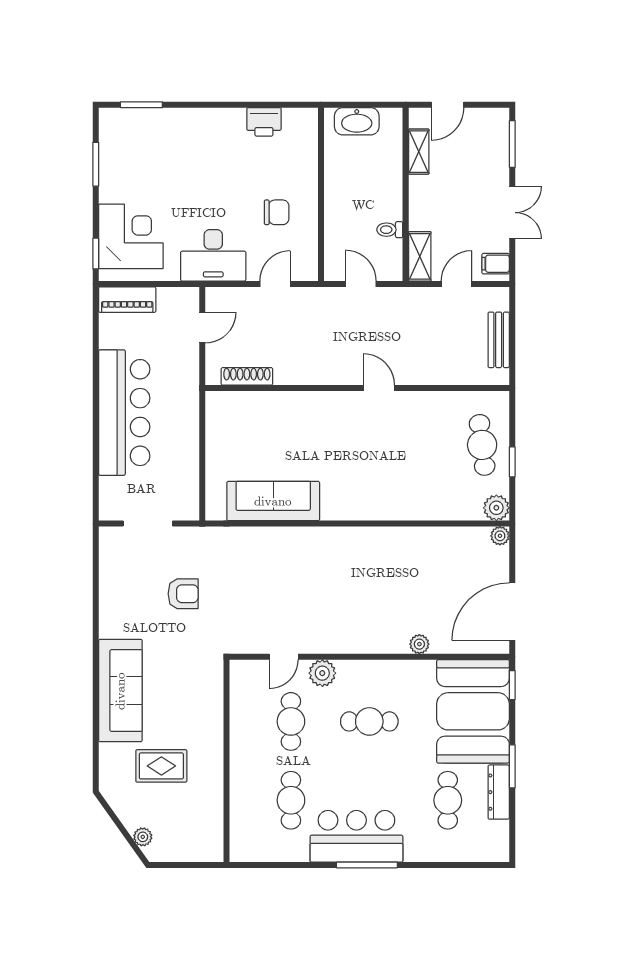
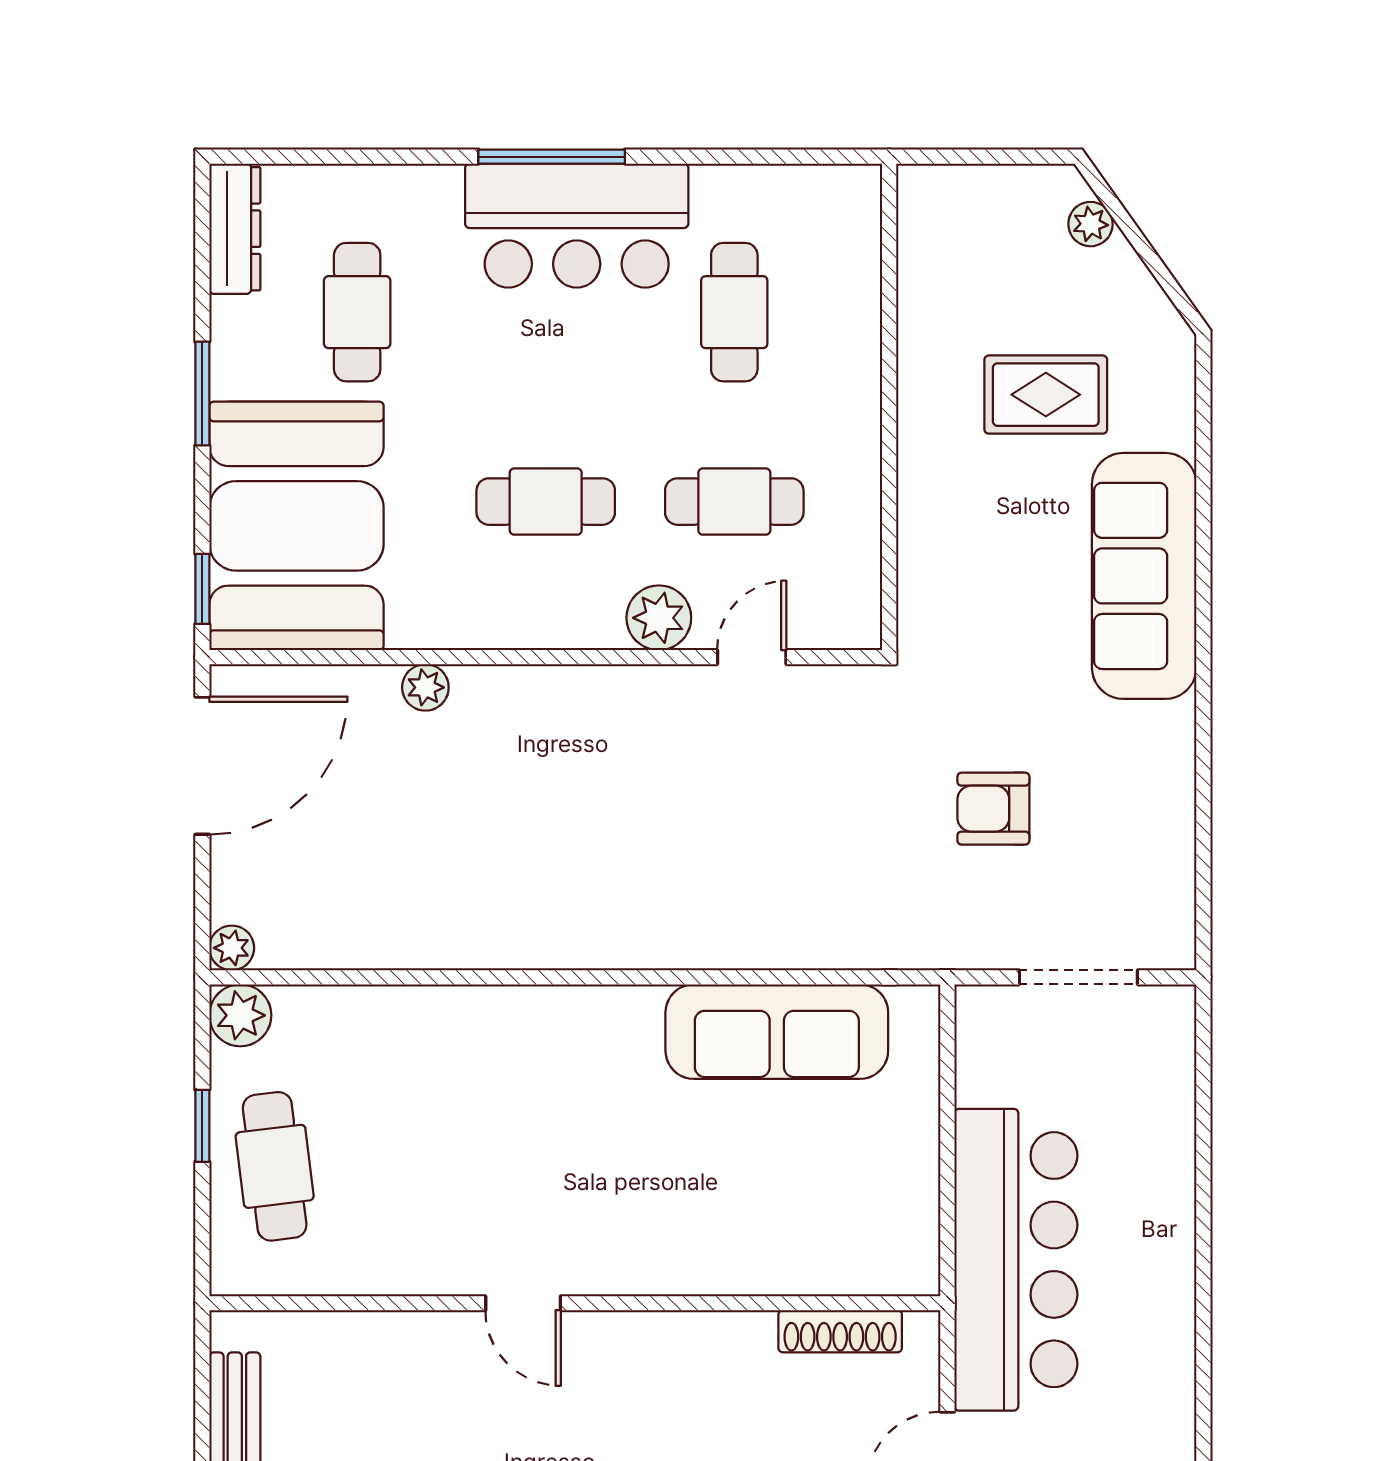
bar counter: (124, 413) -> (1016, 1260), moved, turned 180
cafe table: (291, 721) -> (734, 502), turned 90
dresser: (499, 792) -> (235, 229), moved

